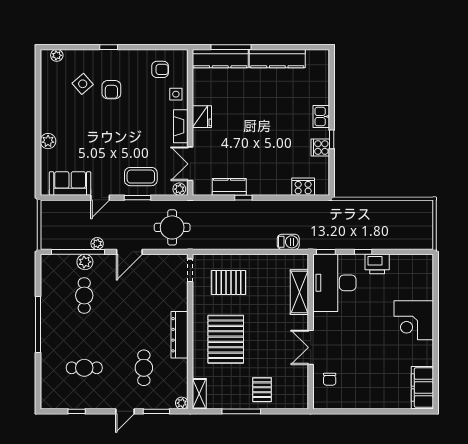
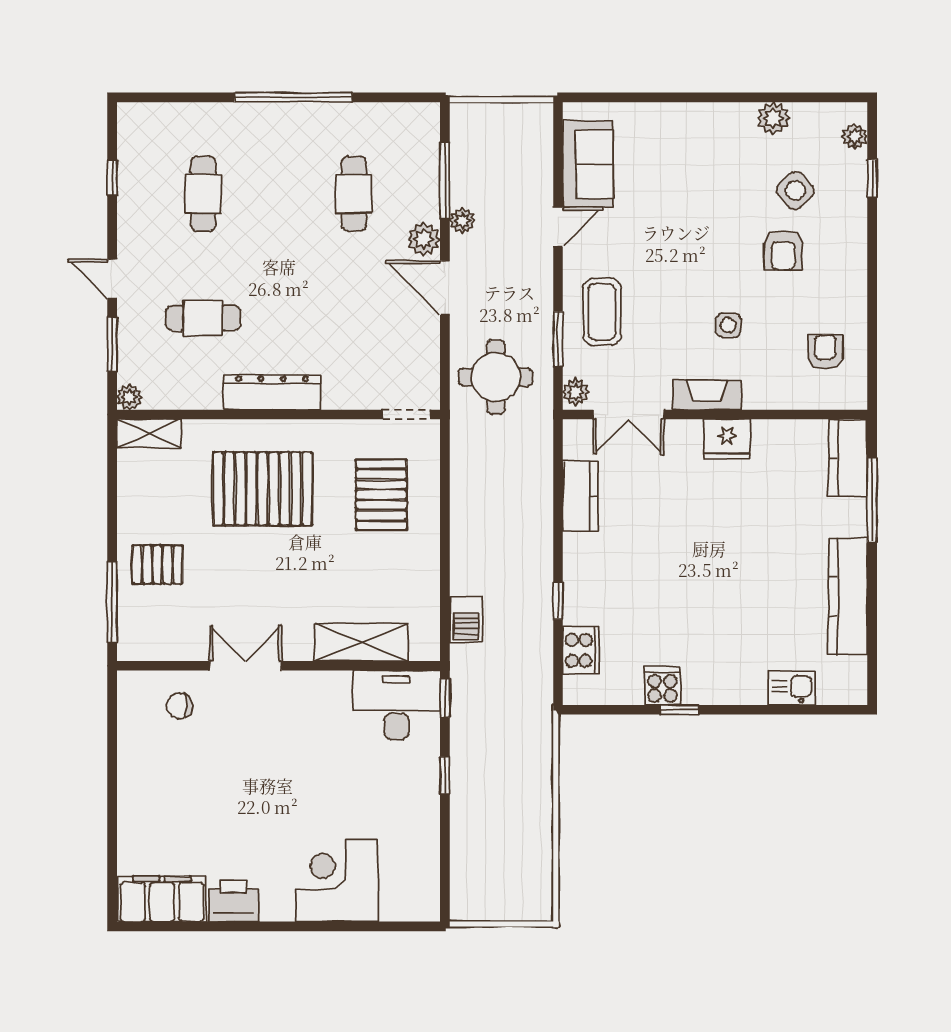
window: (109, 47) -> (872, 179), moved
kitchen counter: (220, 59) -> (848, 458), width x0.67
armchair: (160, 69) -> (825, 352), turned 180
armchair: (111, 90) -> (783, 250), turned -90
side table: (176, 94) -> (728, 325), moved
kitchen sink: (321, 117) -> (792, 688), moved
plant: (48, 141) -> (773, 118), moved
double door: (190, 164) -> (629, 415), swing flipped
door: (100, 198) -> (558, 227), swing flipped
window: (137, 198) -> (558, 339), moved
window: (243, 198) -> (558, 601), moved
window: (78, 252) -> (445, 181), width x0.68
plant: (85, 262) -> (424, 239), moved
printer: (377, 264) -> (234, 901), moved, turned 90
desk: (334, 283) -> (396, 705), width x0.73, depth x0.77
cafe table: (84, 295) -> (354, 194), turned 90
corner desk: (414, 320) -> (337, 881), moved
window: (241, 411) -> (112, 602), moved

